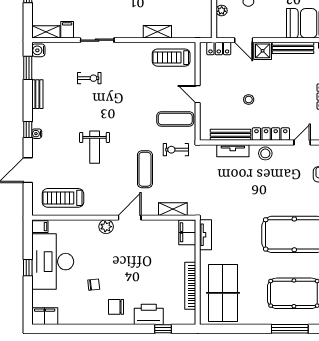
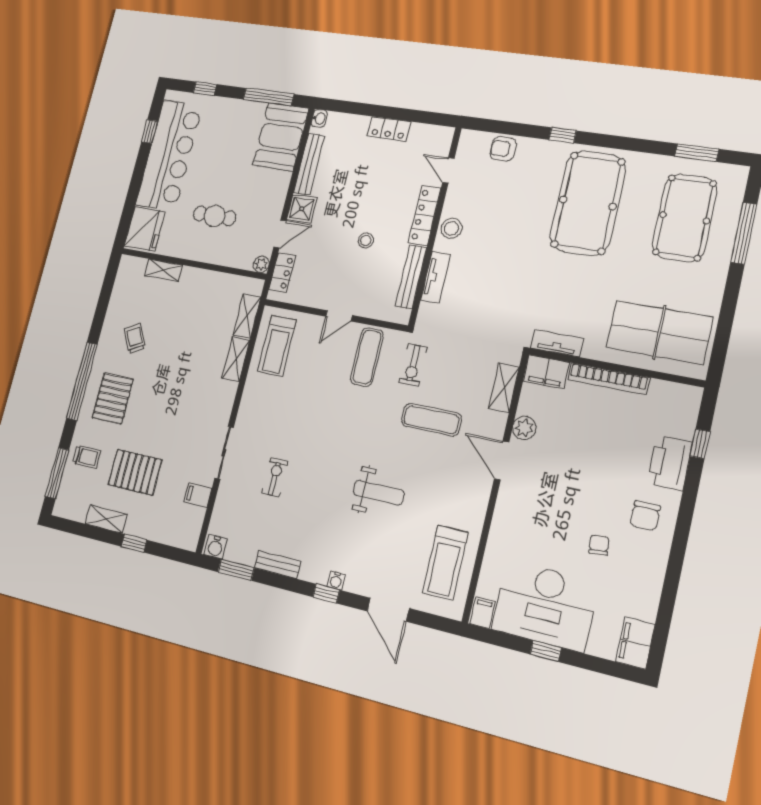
plant: (222, 10) -> (261, 264), moved
shelving: (46, 32) -> (247, 316), moved
plant: (106, 227) -> (524, 428), moved
bookcase: (190, 286) -> (608, 379), moved

